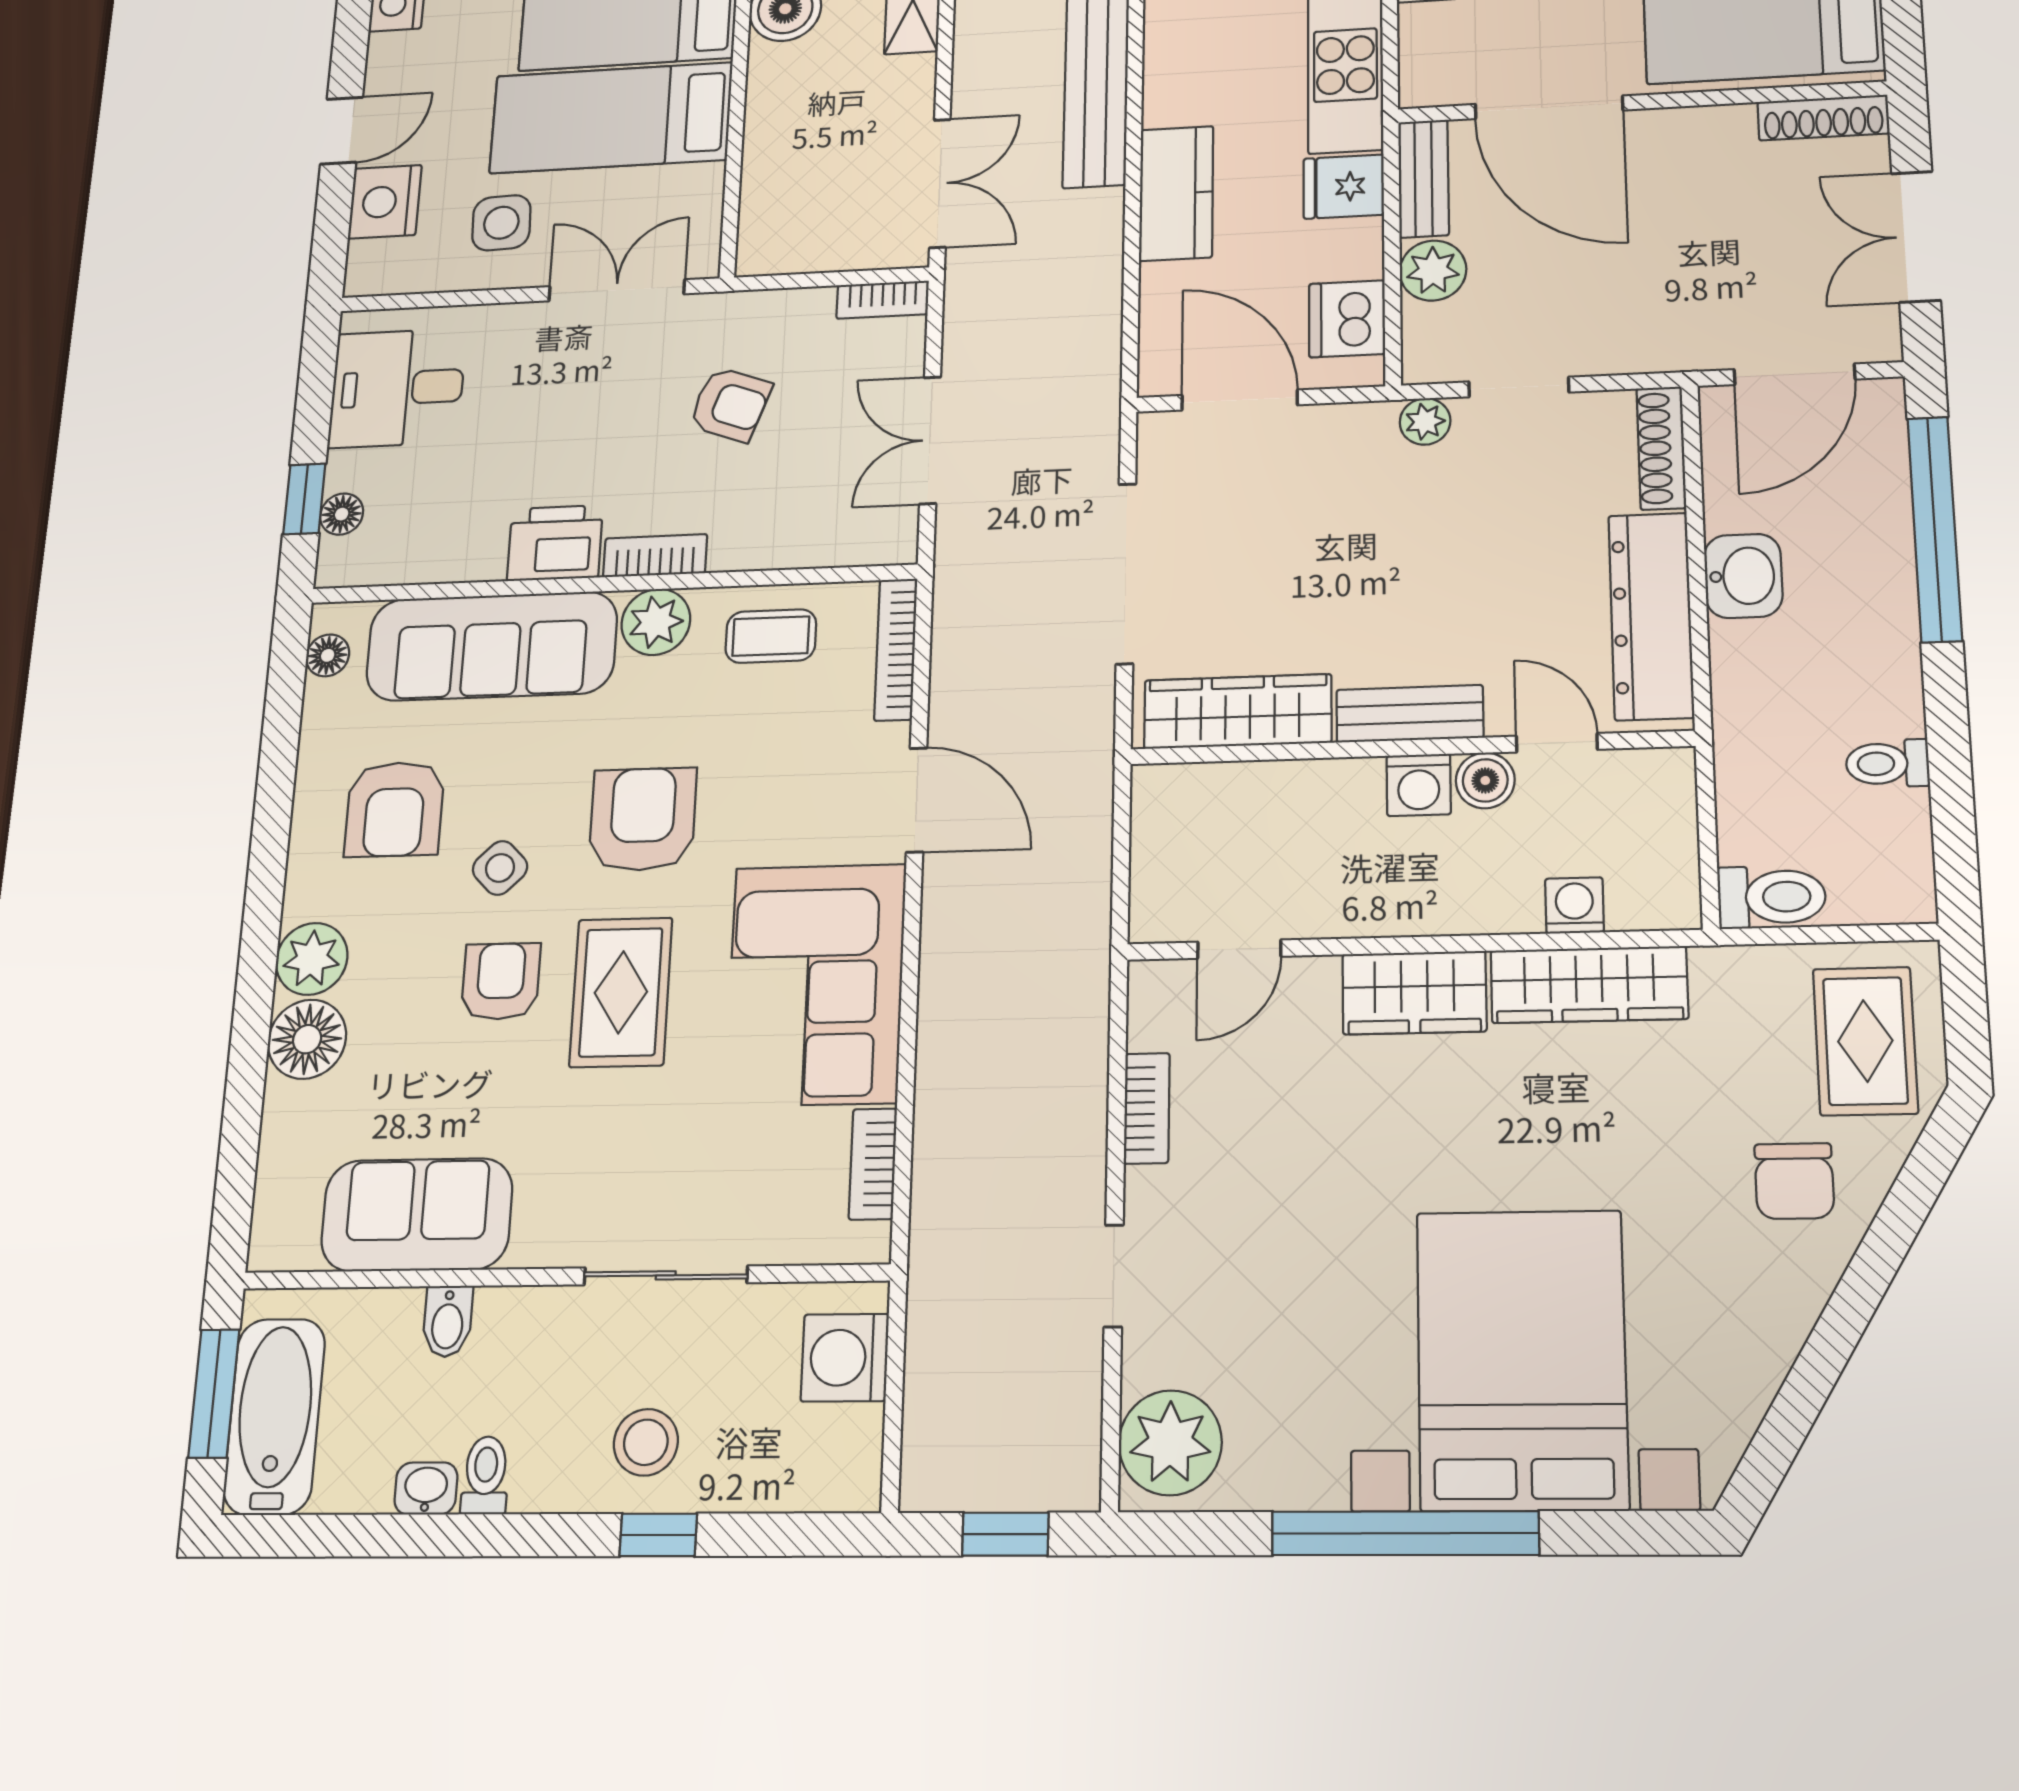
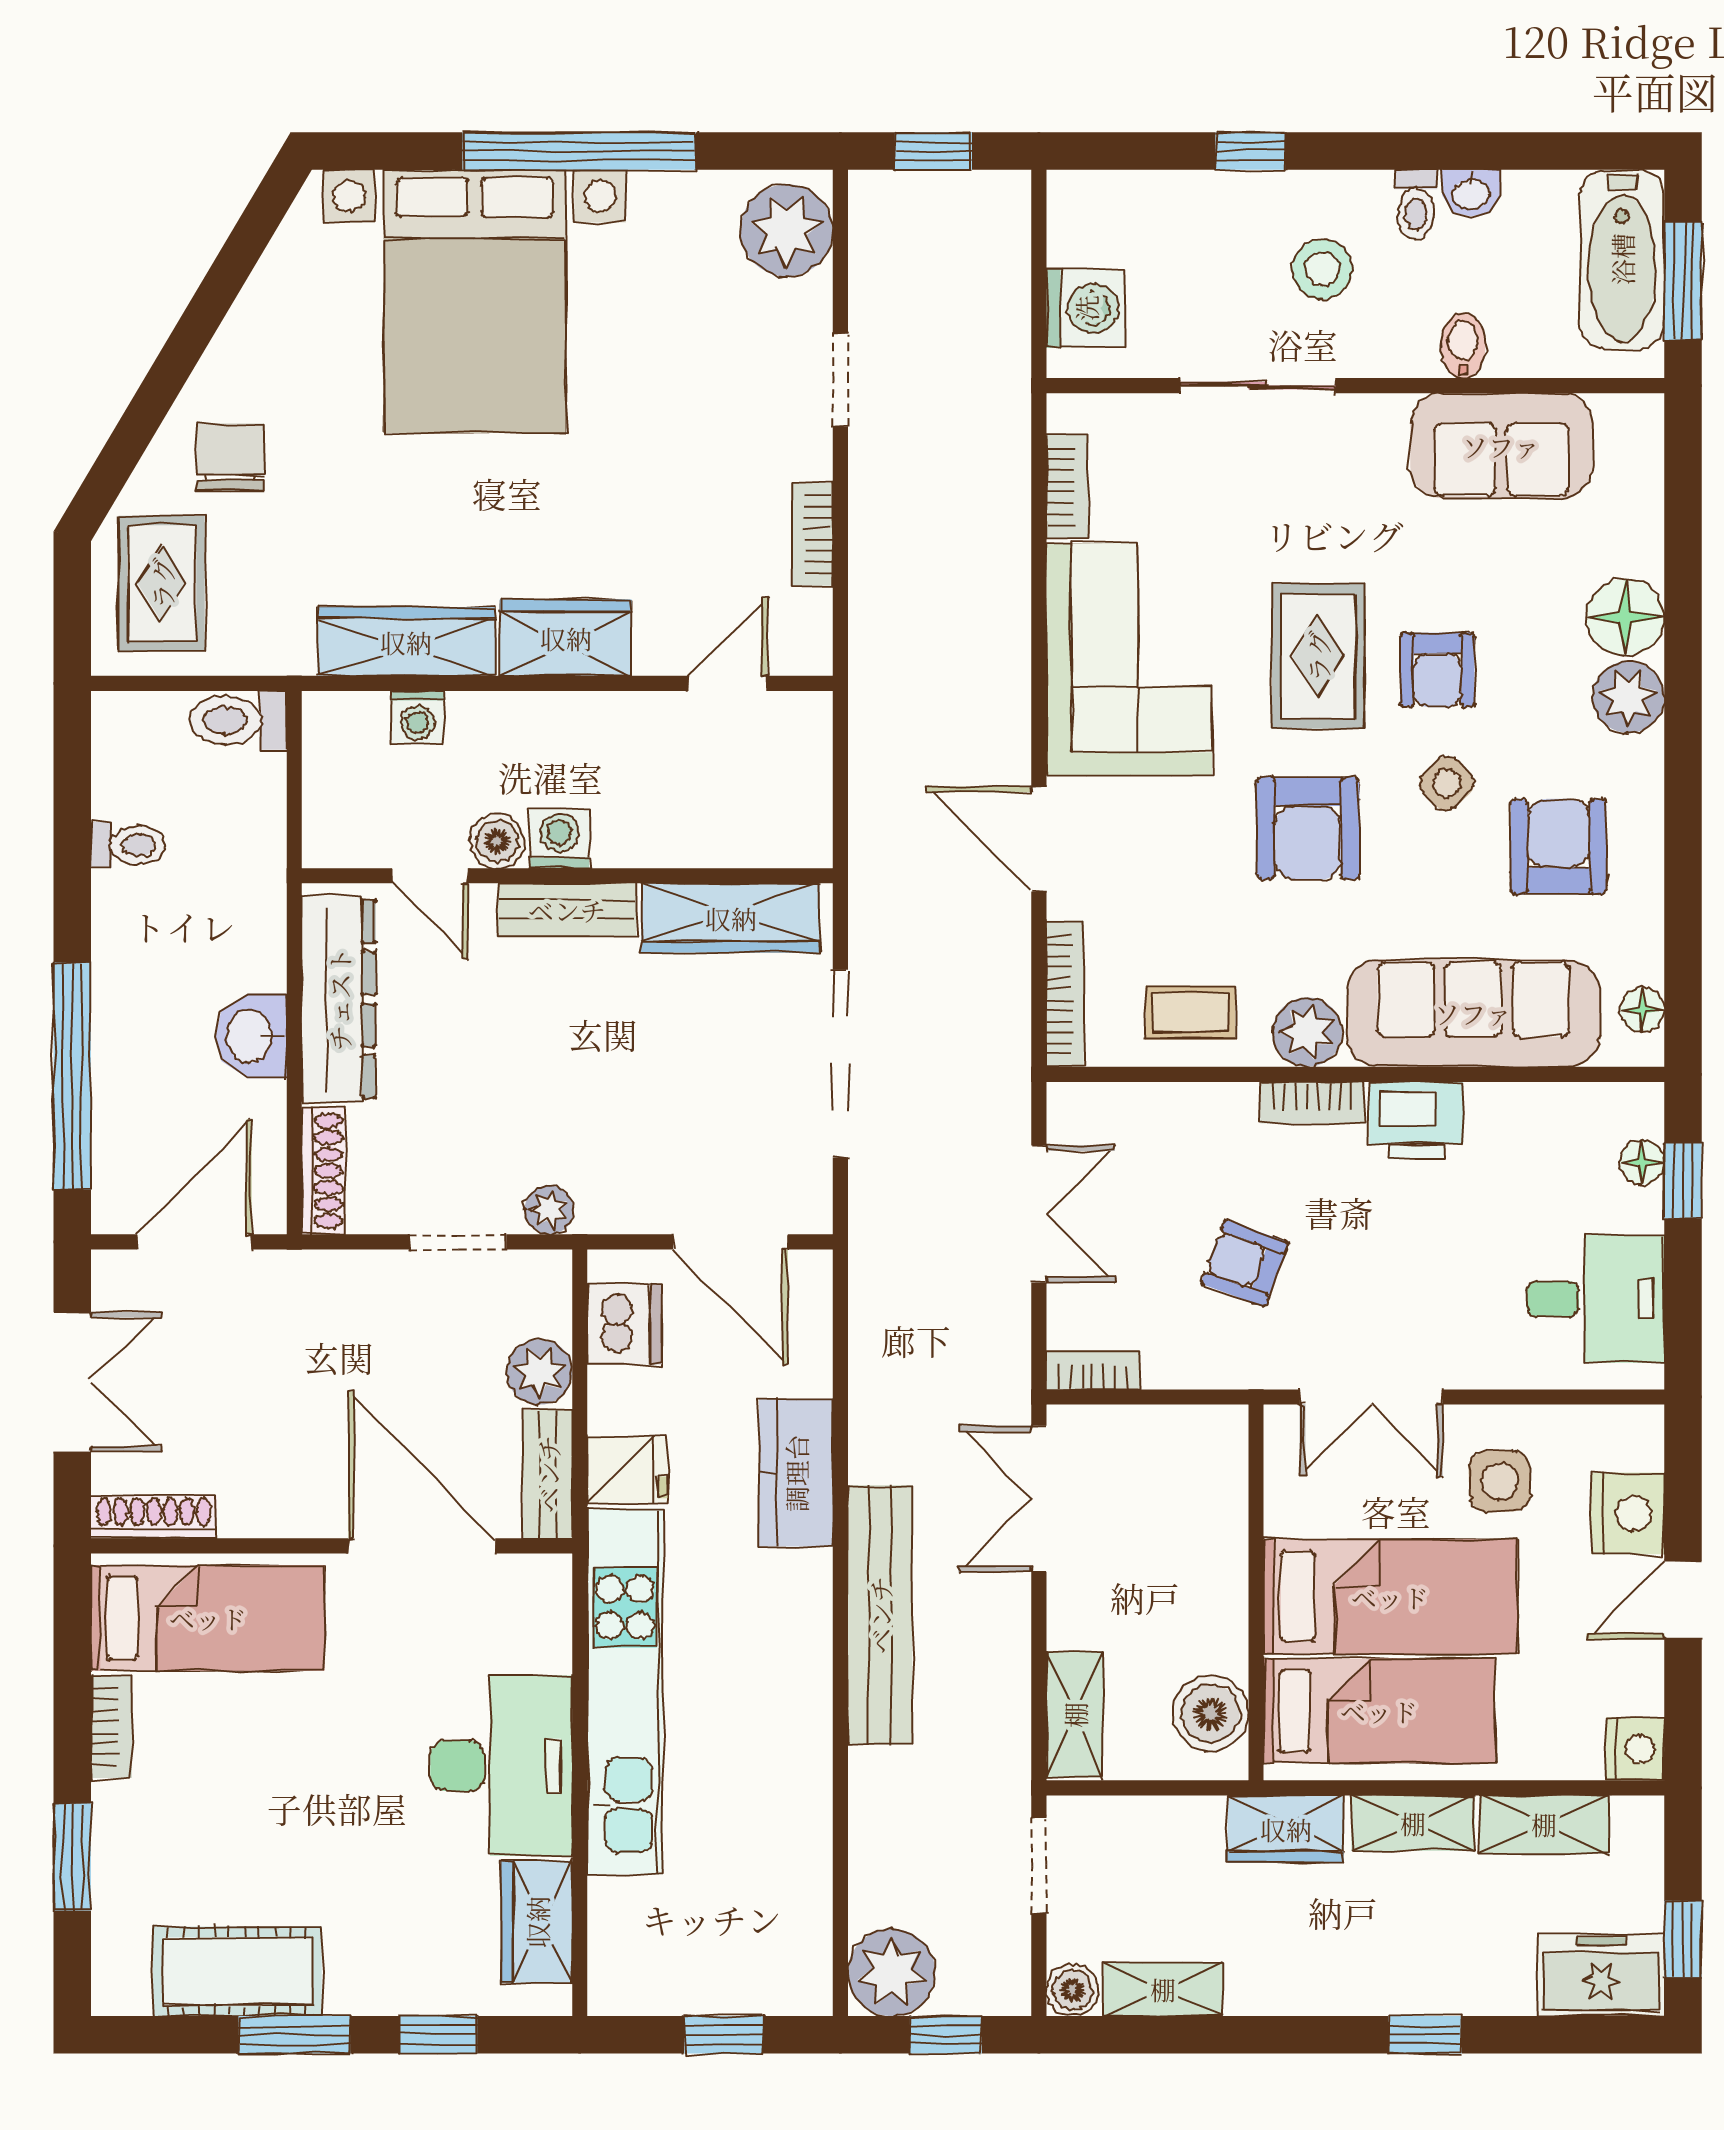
stool: (646, 1442) -> (1322, 269), moved

